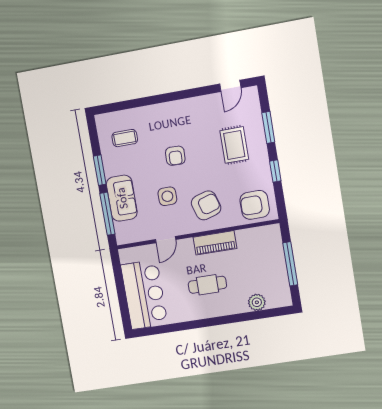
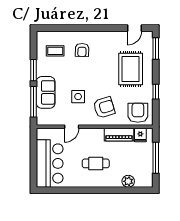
window: (268, 127) -> (156, 48), moved
rug: (234, 145) -> (131, 69), width x1.36, depth x1.43
armchair: (175, 156) -> (82, 50), moved
armchair: (255, 205) -> (138, 113), turned 90
fridge: (263, 236) -> (140, 135), added
piano: (215, 243) -> (119, 135), moved

